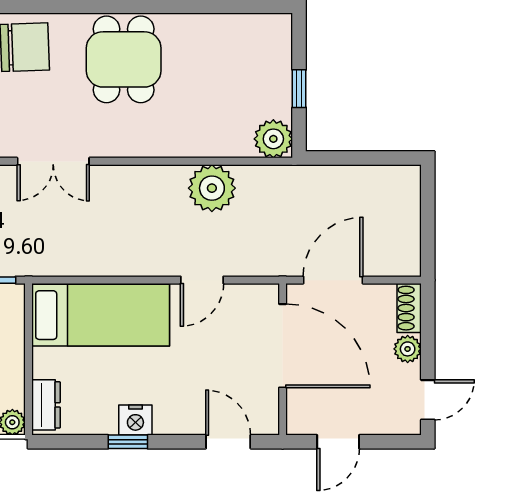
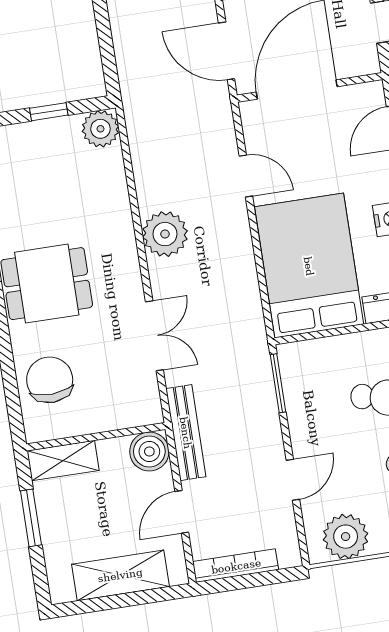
plant: (212, 188) -> (165, 234), moved
bed: (101, 315) -> (309, 266), width x1.50

